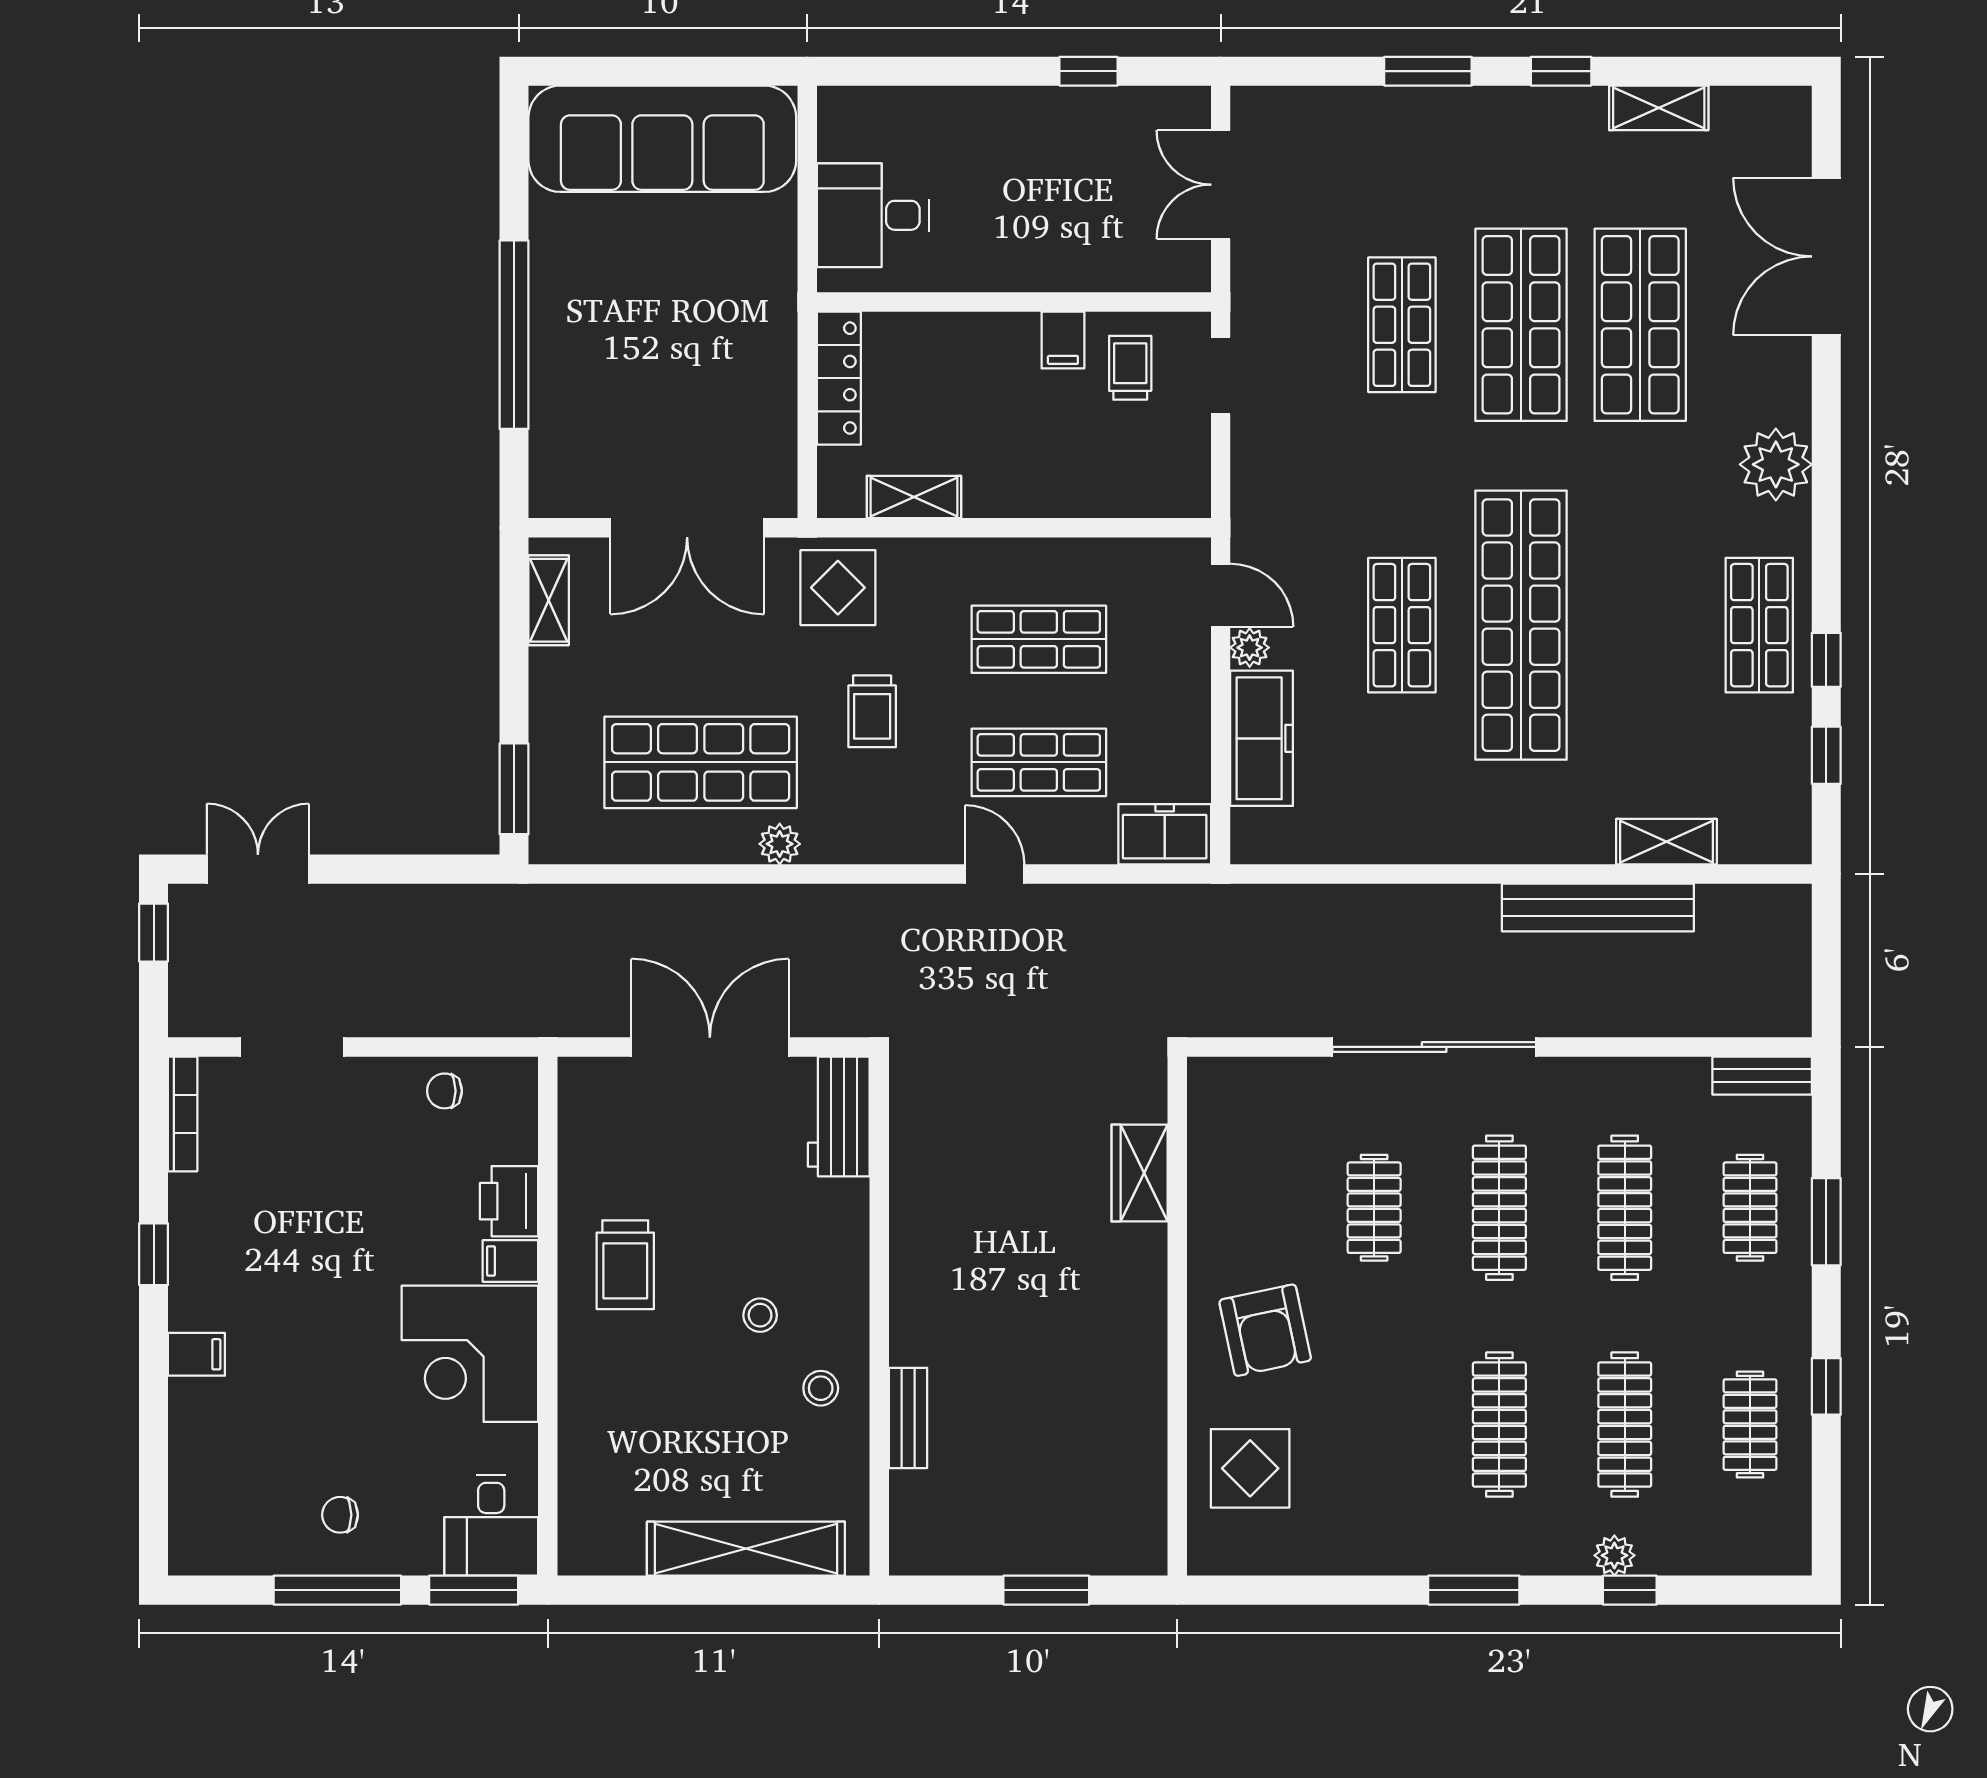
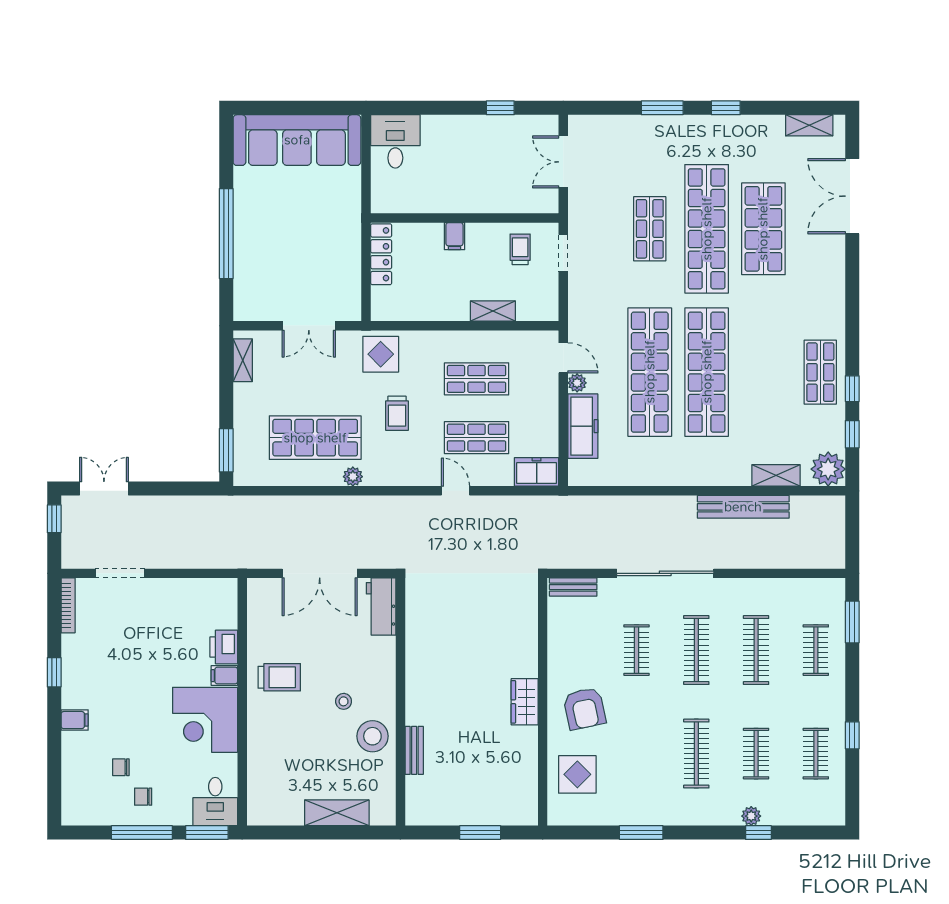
shelving: (1659, 108) -> (809, 125), moved
desk: (873, 215) -> (395, 141), moved, turned 90
shop shelf: (1521, 325) -> (707, 229), width x1.40
filing cabinet: (1063, 340) -> (454, 236), moved
plant: (1776, 464) -> (828, 469), moved
shelving: (914, 497) -> (493, 311), moved
double door: (687, 528) -> (309, 326), width x0.73
shop shelf: (1402, 625) -> (650, 372), width x2.00, depth x1.36
double door: (710, 1047) -> (320, 573), swing flipped
bench: (1762, 1076) -> (573, 587), moved
chair: (444, 1091) -> (121, 767), moved
wardrobe: (1140, 1173) -> (525, 702), moved
window: (1826, 1222) -> (852, 622), moved
trolley: (625, 1265) -> (279, 677), turned -90
stool: (821, 1388) -> (372, 736), width x1.89, depth x1.89
clothes rail: (1625, 1425) -> (756, 754), width x0.73
shelving: (746, 1549) -> (337, 813), width x0.68
window: (1474, 1590) -> (641, 833), moved

